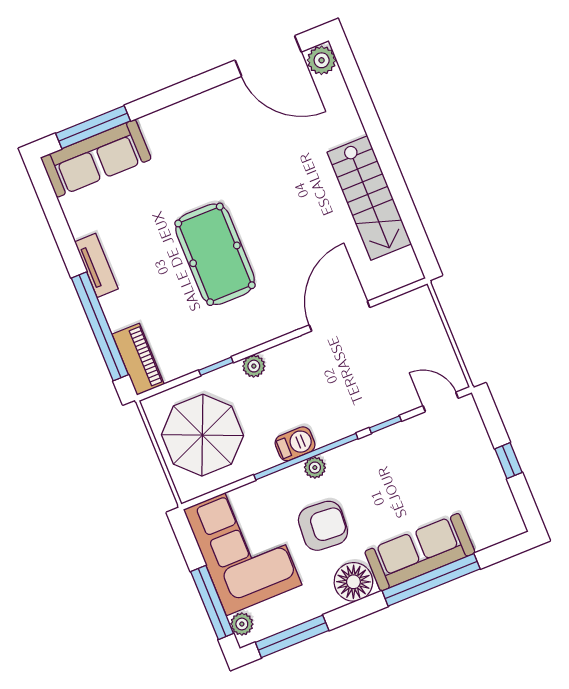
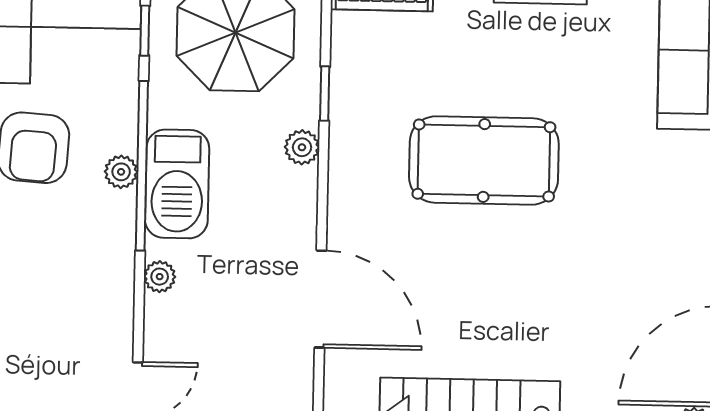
plant: (367, 418) -> (160, 277), added
window: (385, 424) -> (145, 31), moved
barbecue: (295, 444) -> (177, 184), width x1.88, depth x1.53

